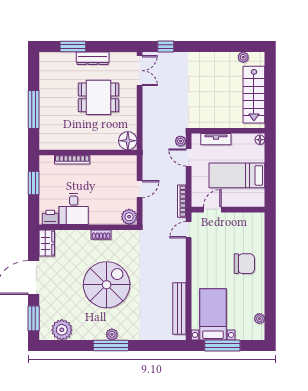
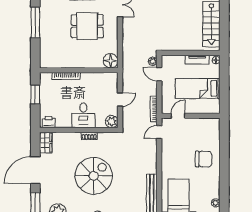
window: (34, 109) -> (35, 22), moved
tv unit: (216, 139) -> (197, 60), moved
desk: (74, 209) -> (83, 115), moved

